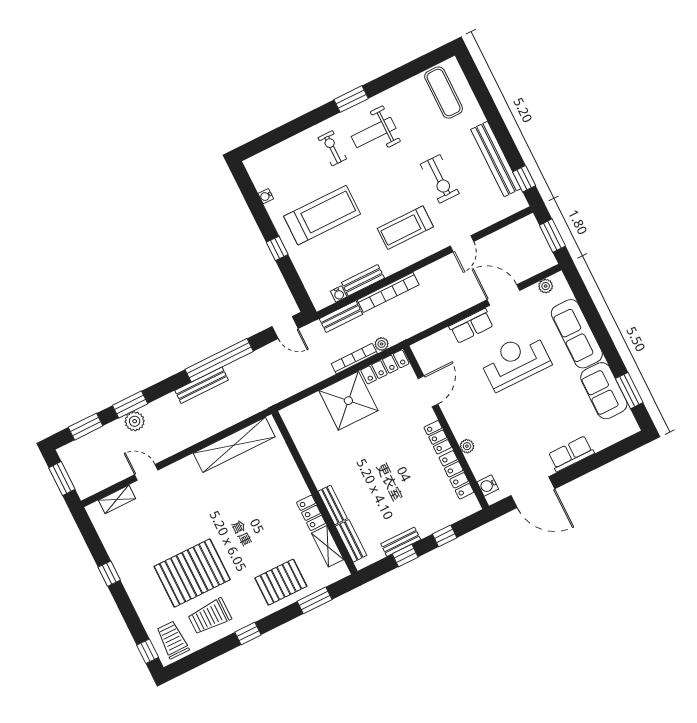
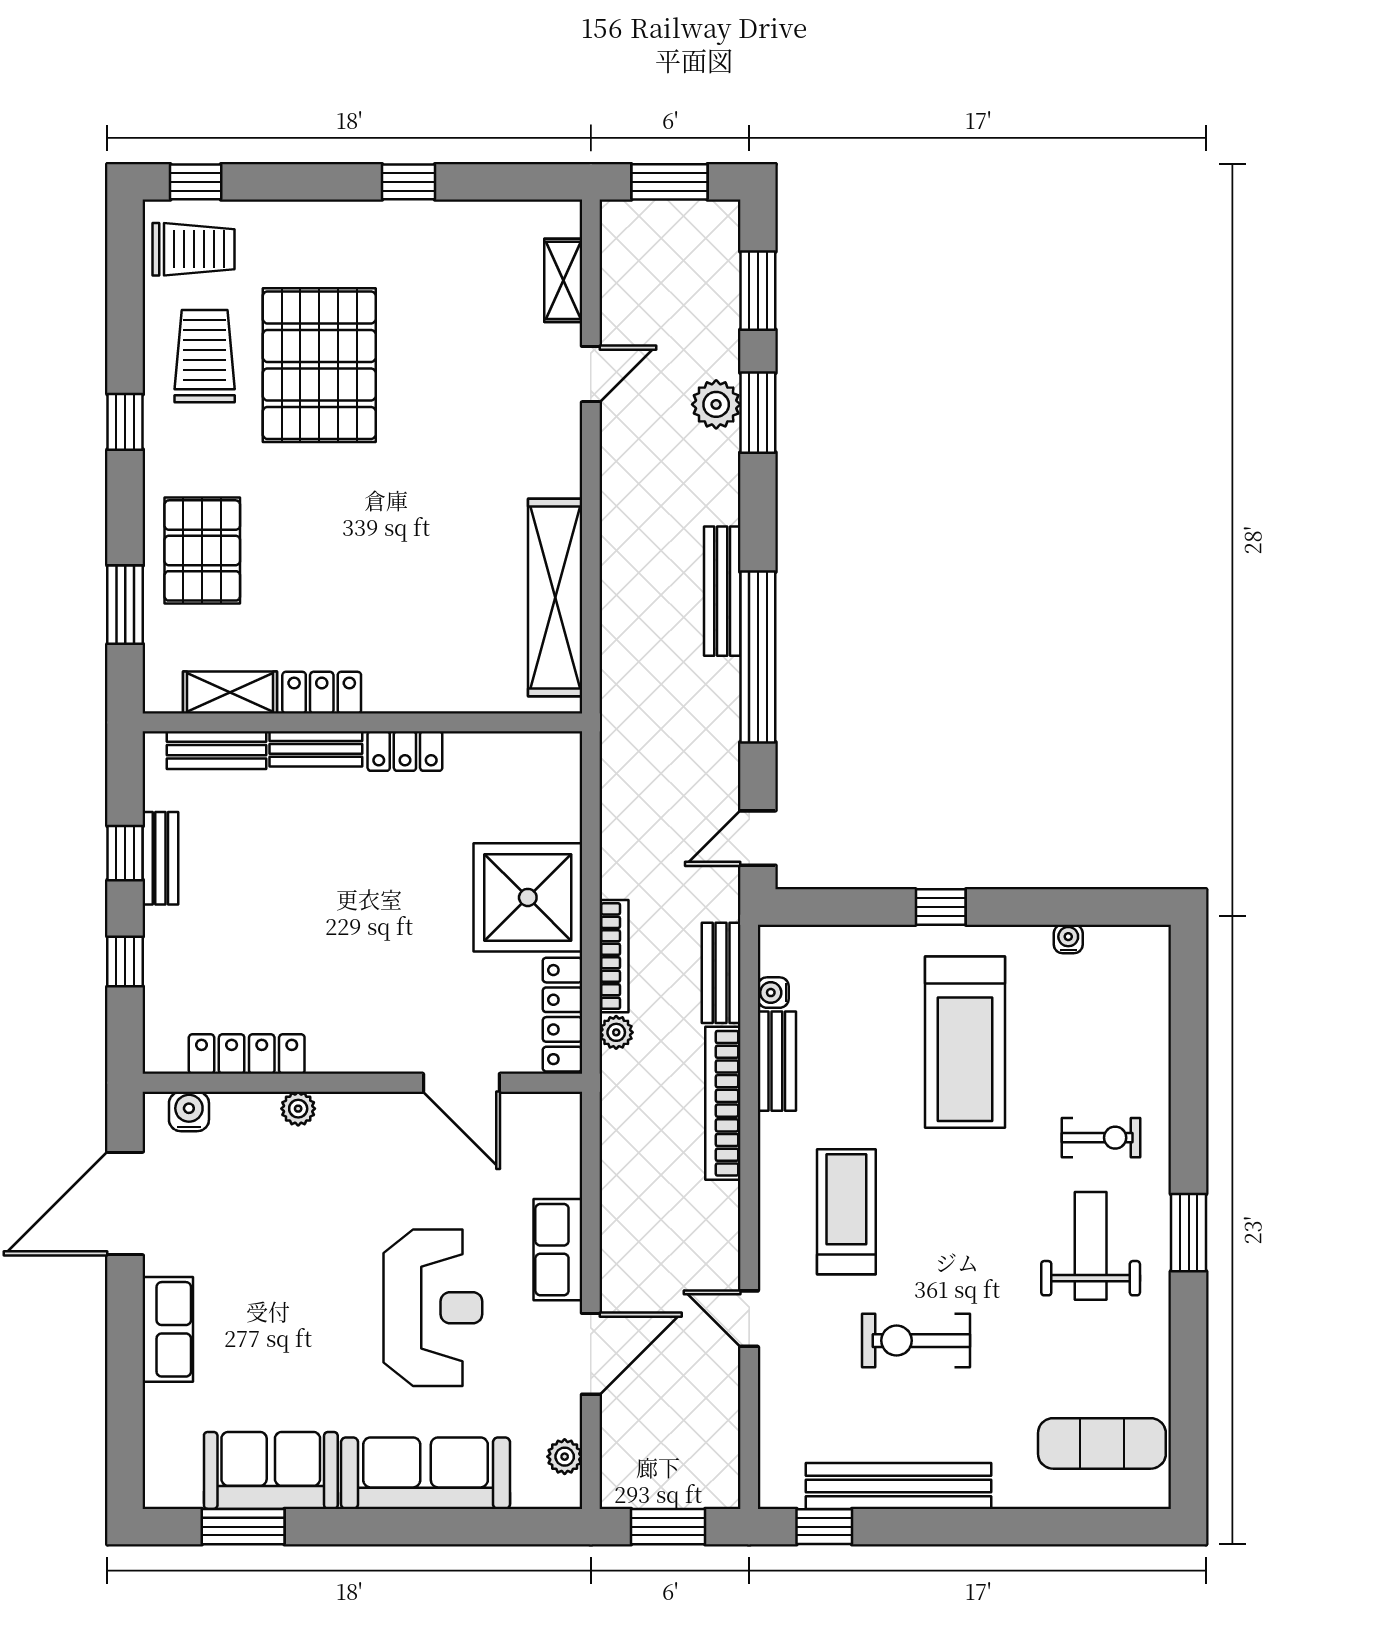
locker: (438, 437) -> (405, 751), moved, turned 180

